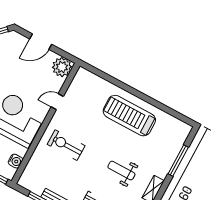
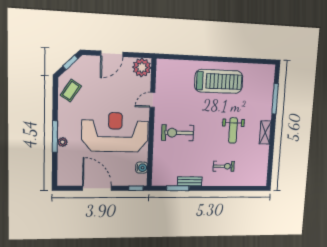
treadmill: (129, 116) -> (219, 81), turned 180
weight bench: (121, 171) -> (233, 130), turned -90

